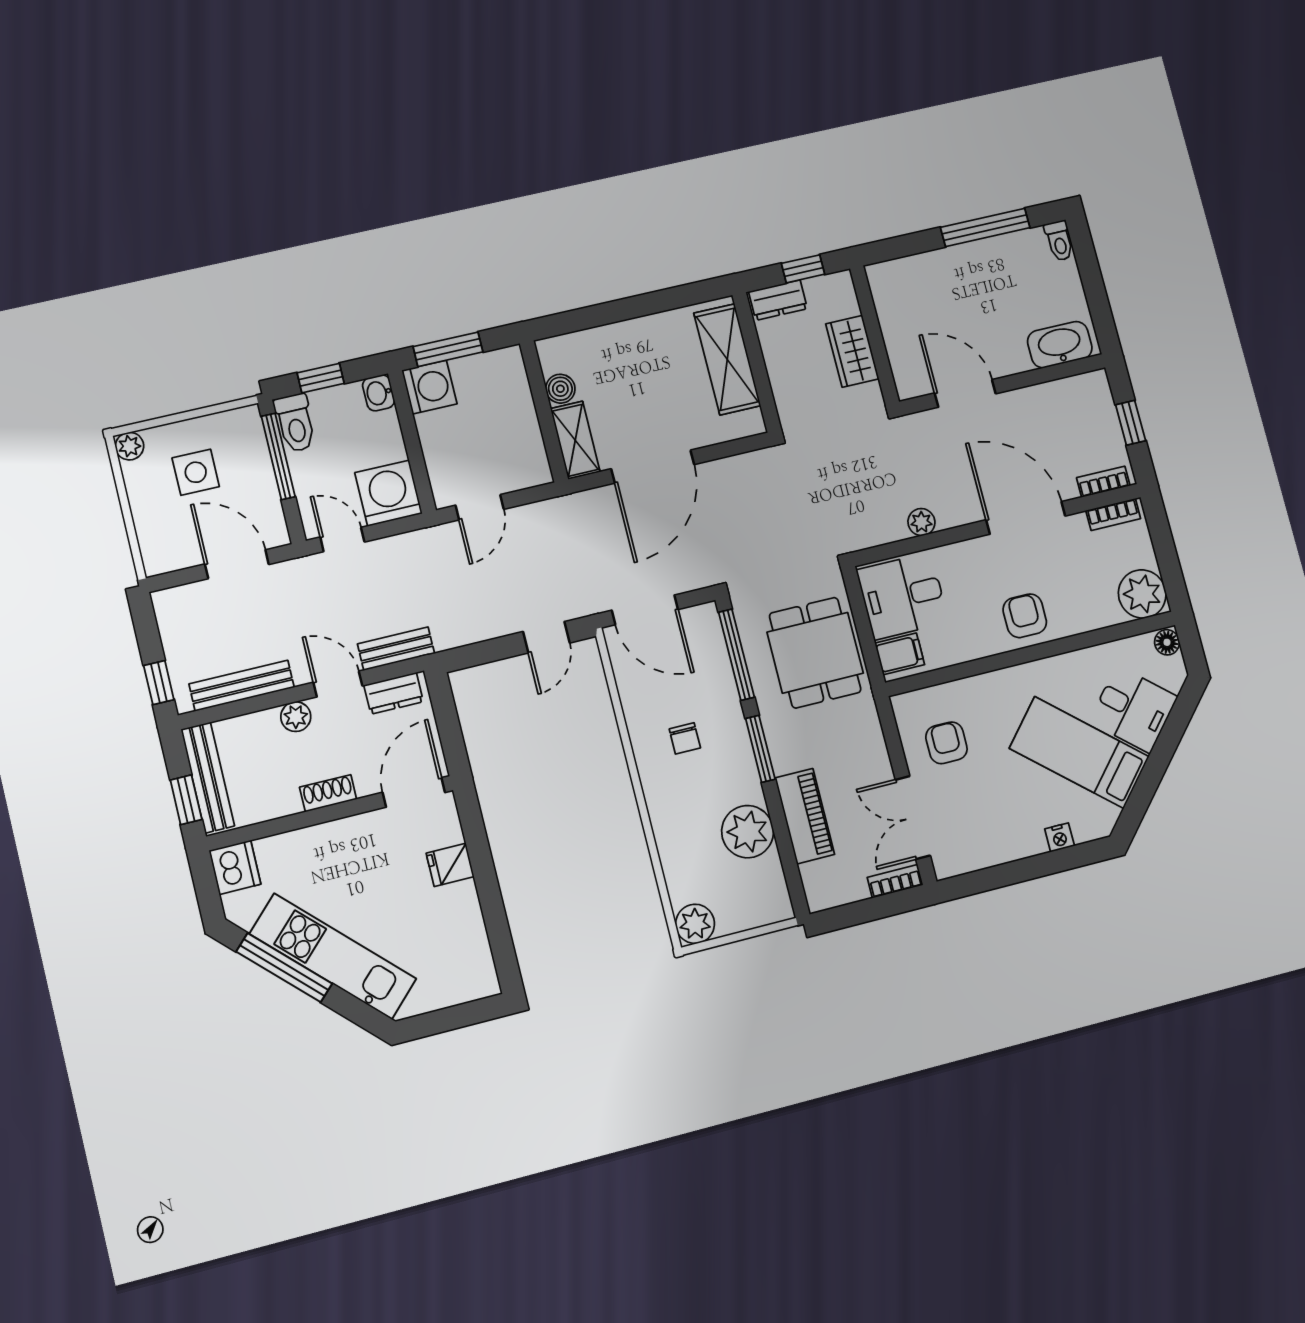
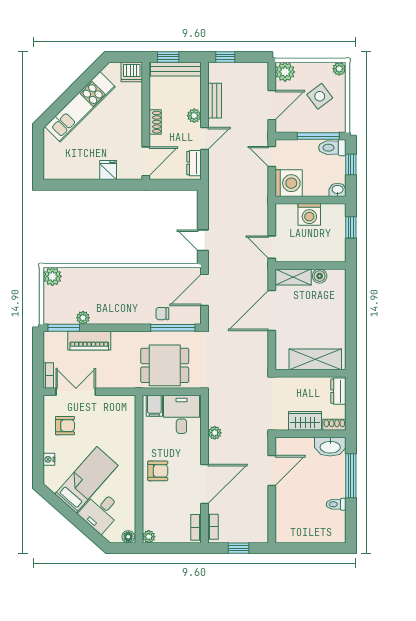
window: (985, 228) -> (351, 476), moved
toilet: (1059, 241) -> (336, 504), moved
window: (803, 269) -> (351, 407), removed
shoe rack: (845, 293) -> (334, 425), added
washbasin: (1060, 345) -> (330, 447), moved, turned 90
window: (448, 349) -> (351, 227), width x0.67
washing machine: (429, 387) -> (309, 214), moved
door: (653, 467) -> (272, 311), hinge flipped
side table: (196, 472) -> (320, 96), turned -37
door: (480, 507) -> (272, 247), moved
door: (342, 539) -> (272, 157), swing flipped
plant: (162, 554) -> (285, 72), added
plant: (1142, 594) -> (149, 537), width x0.53, depth x0.53
bench: (396, 649) -> (215, 169), removed
bench: (242, 686) -> (215, 101), width x0.73
chair: (685, 738) -> (162, 314), moved
armchair: (946, 743) -> (65, 426), moved
window: (760, 749) -> (64, 328), moved
door: (414, 792) -> (146, 161), hinge flipped
plant: (748, 832) -> (83, 318), width x0.53, depth x0.53
window: (284, 968) -> (80, 84), removed

